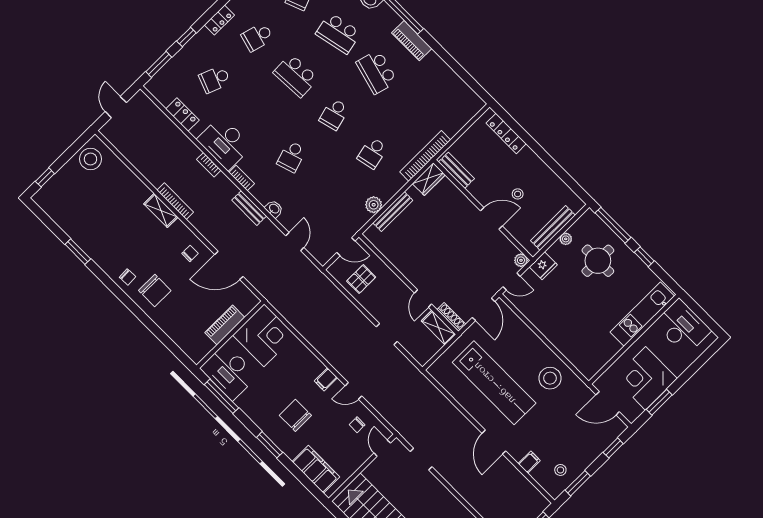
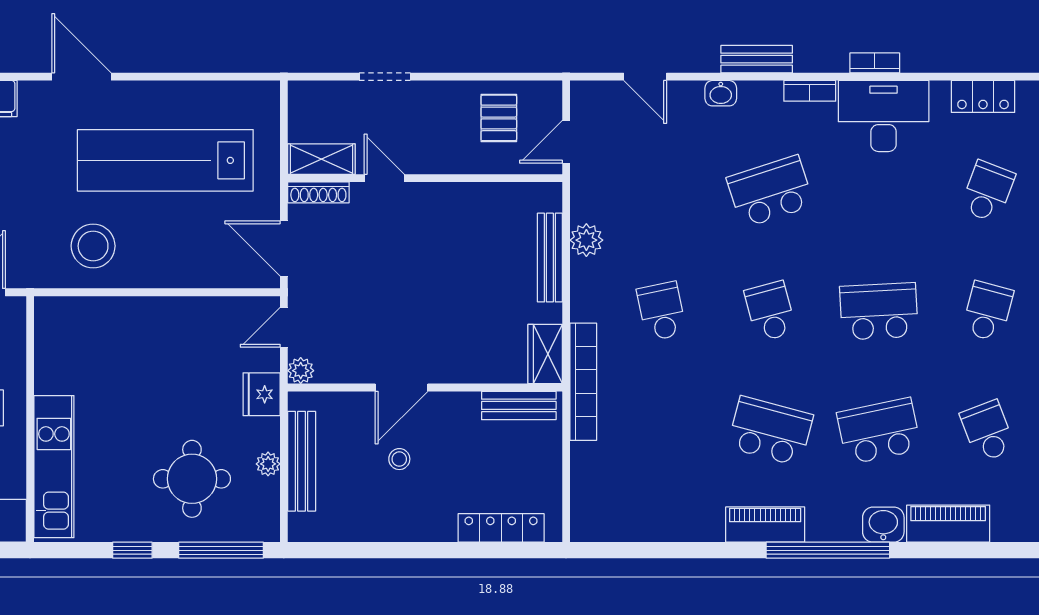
school desk: (291, 157) -> (770, 192), width x1.85

